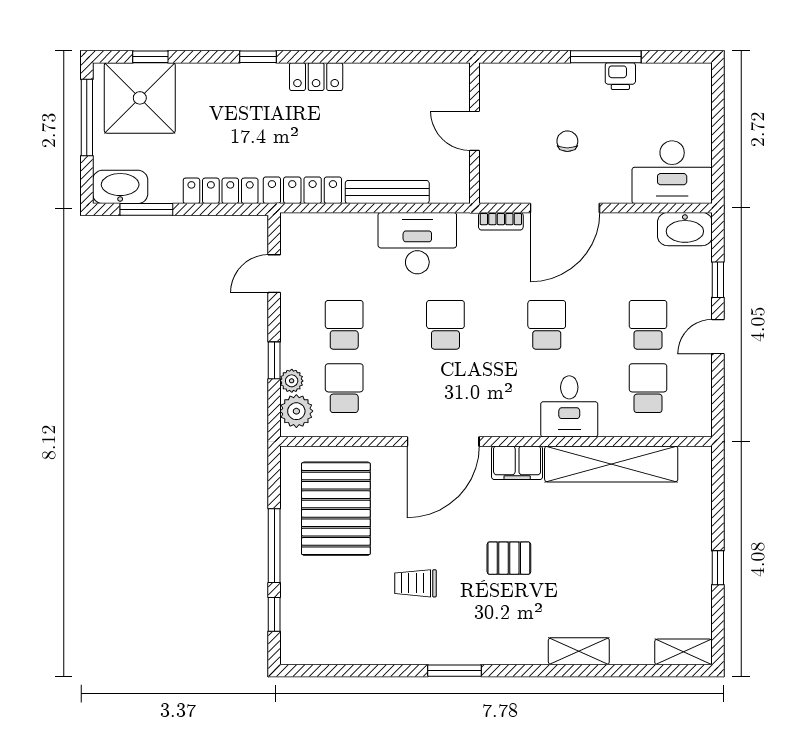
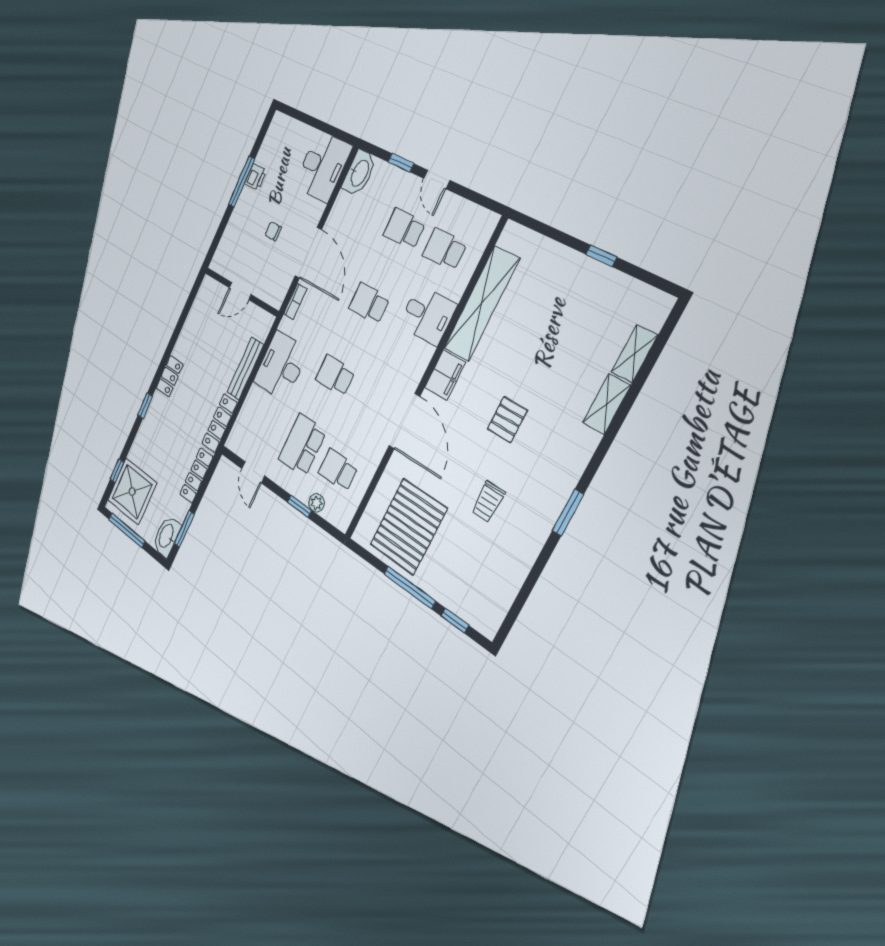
school desk: (344, 325) -> (302, 445), width x1.85
plant: (296, 411) -> (335, 512), removed
pallet: (336, 509) -> (408, 527), turned 90
shelving: (684, 652) -> (634, 354), moved

